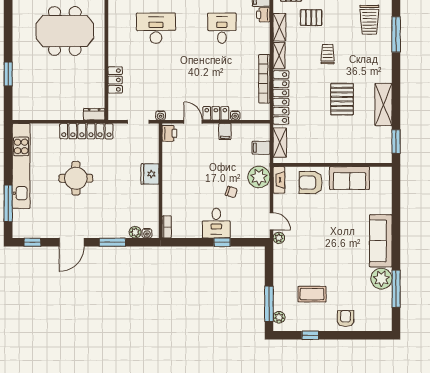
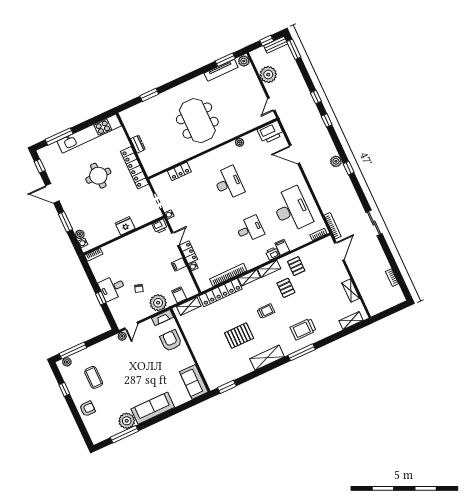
shelving: (383, 105) -> (267, 358), moved
dresser: (94, 114) -> (138, 144), moved
sofa: (349, 178) -> (194, 382), moved

